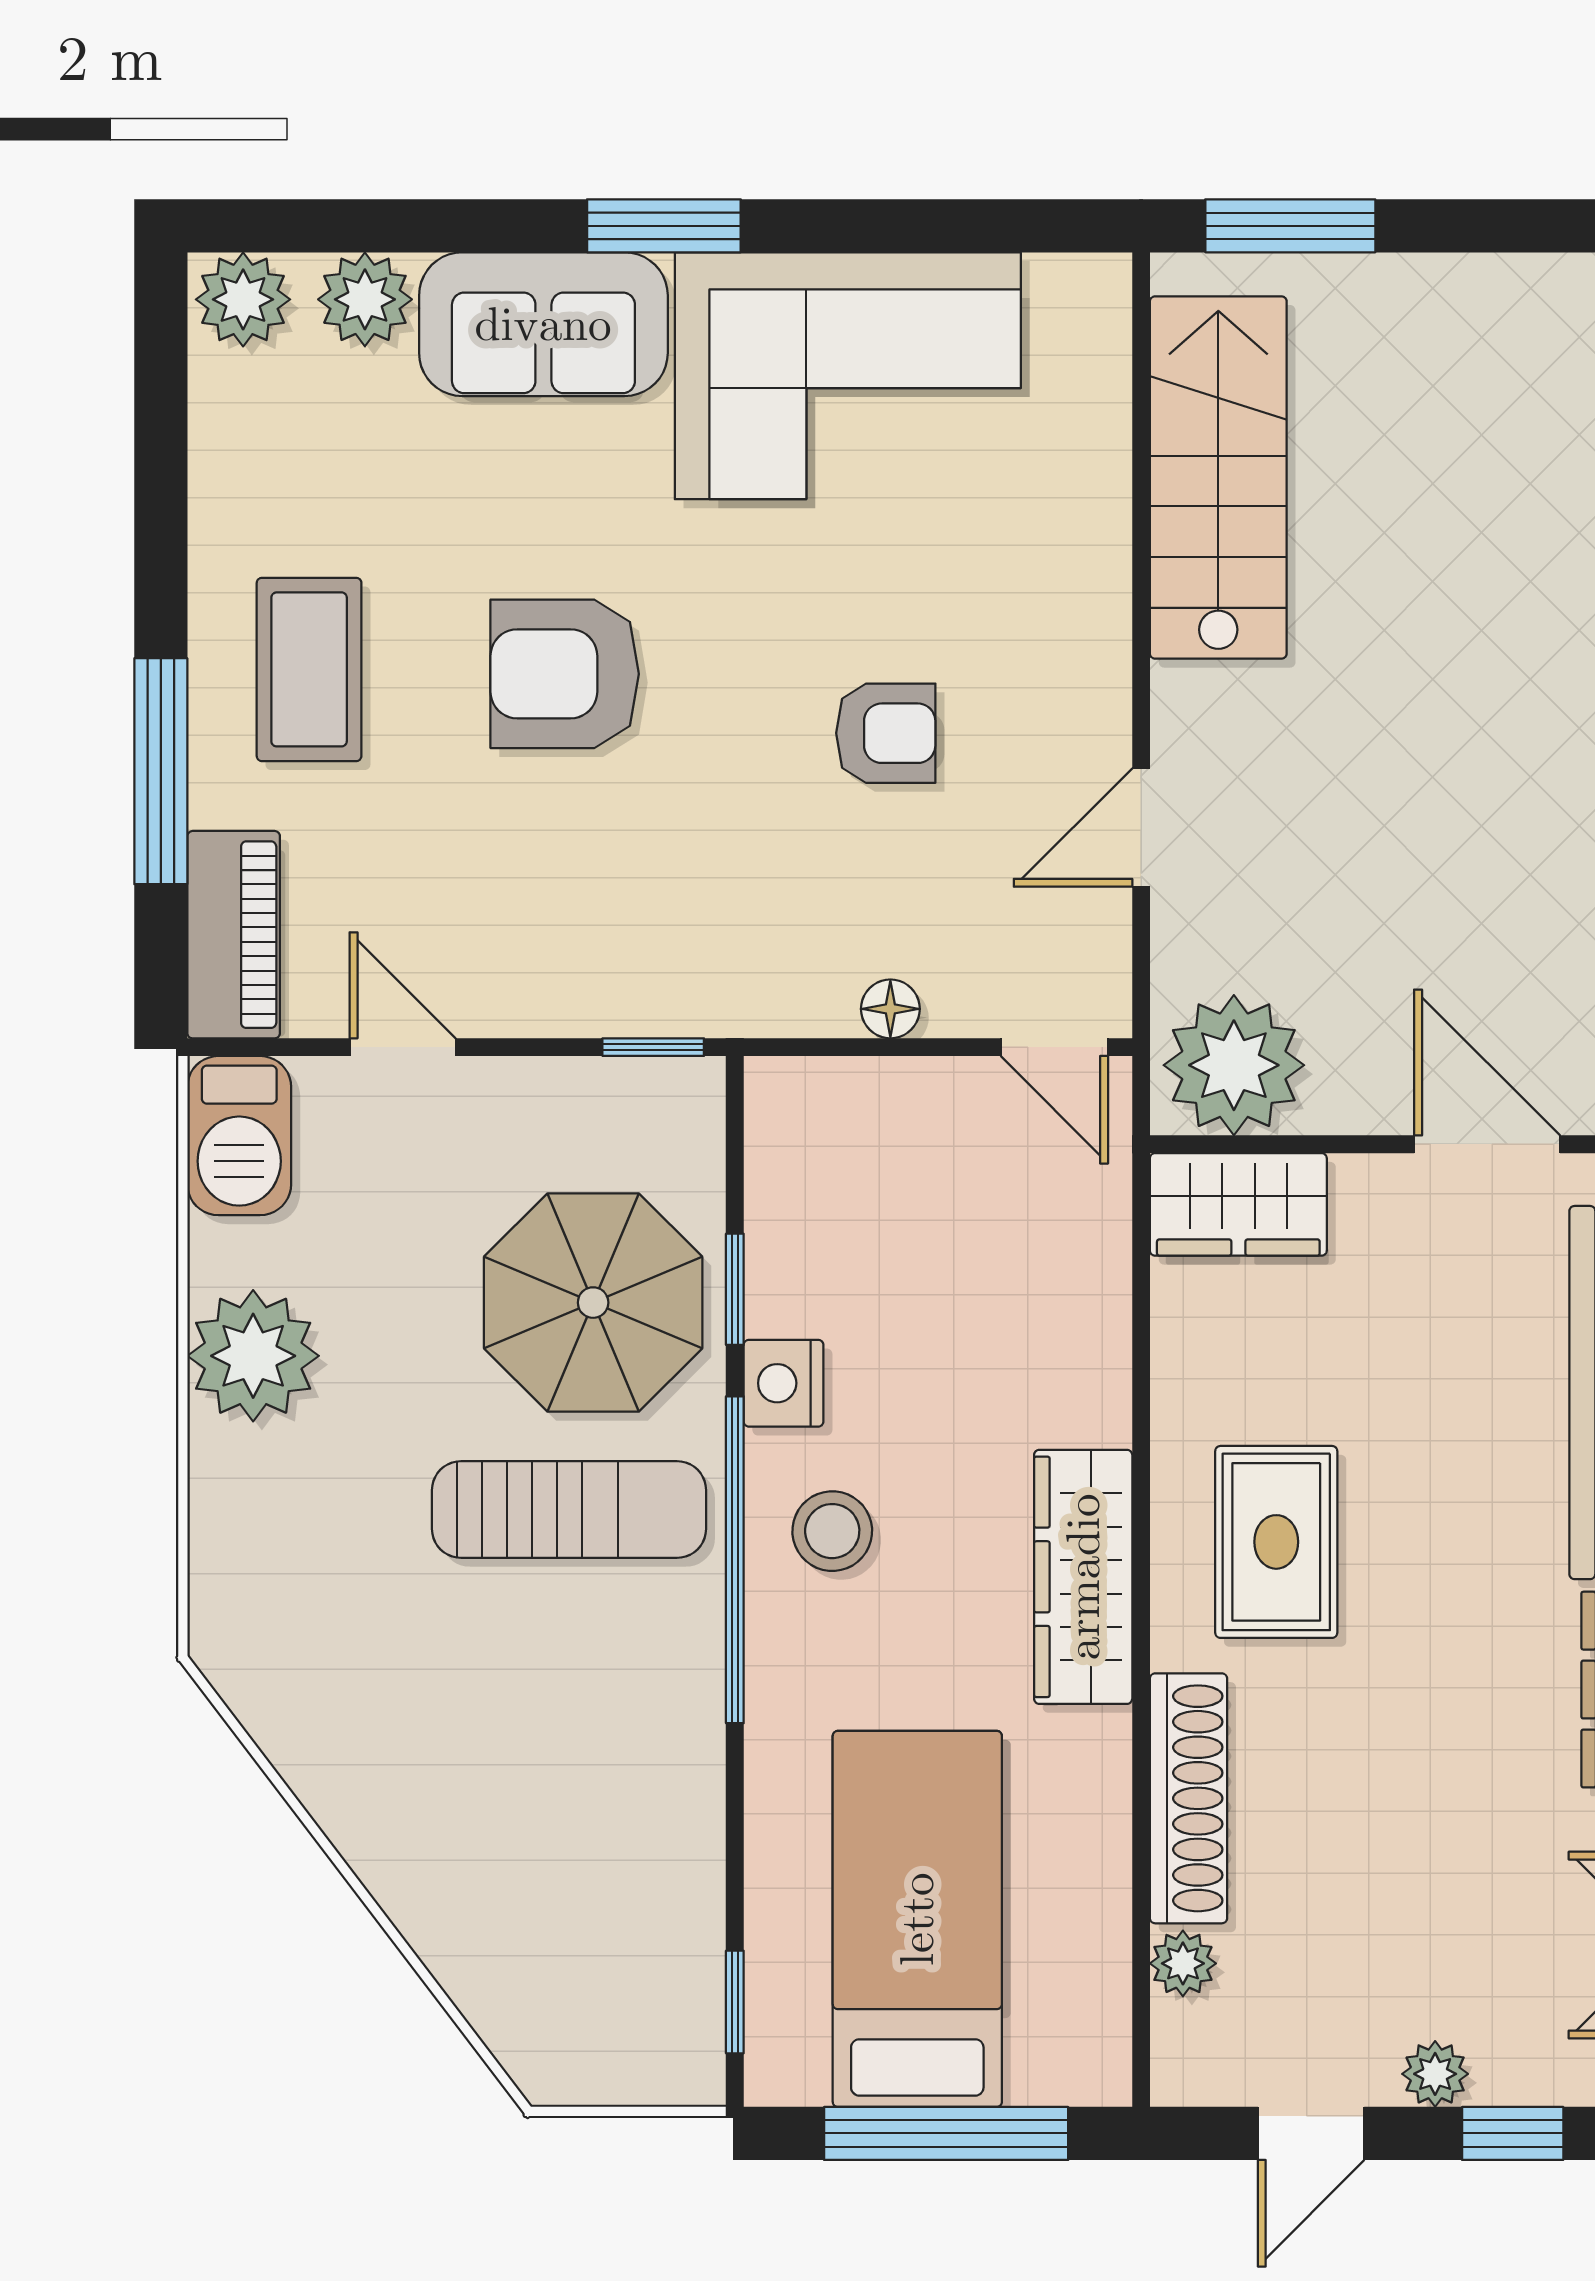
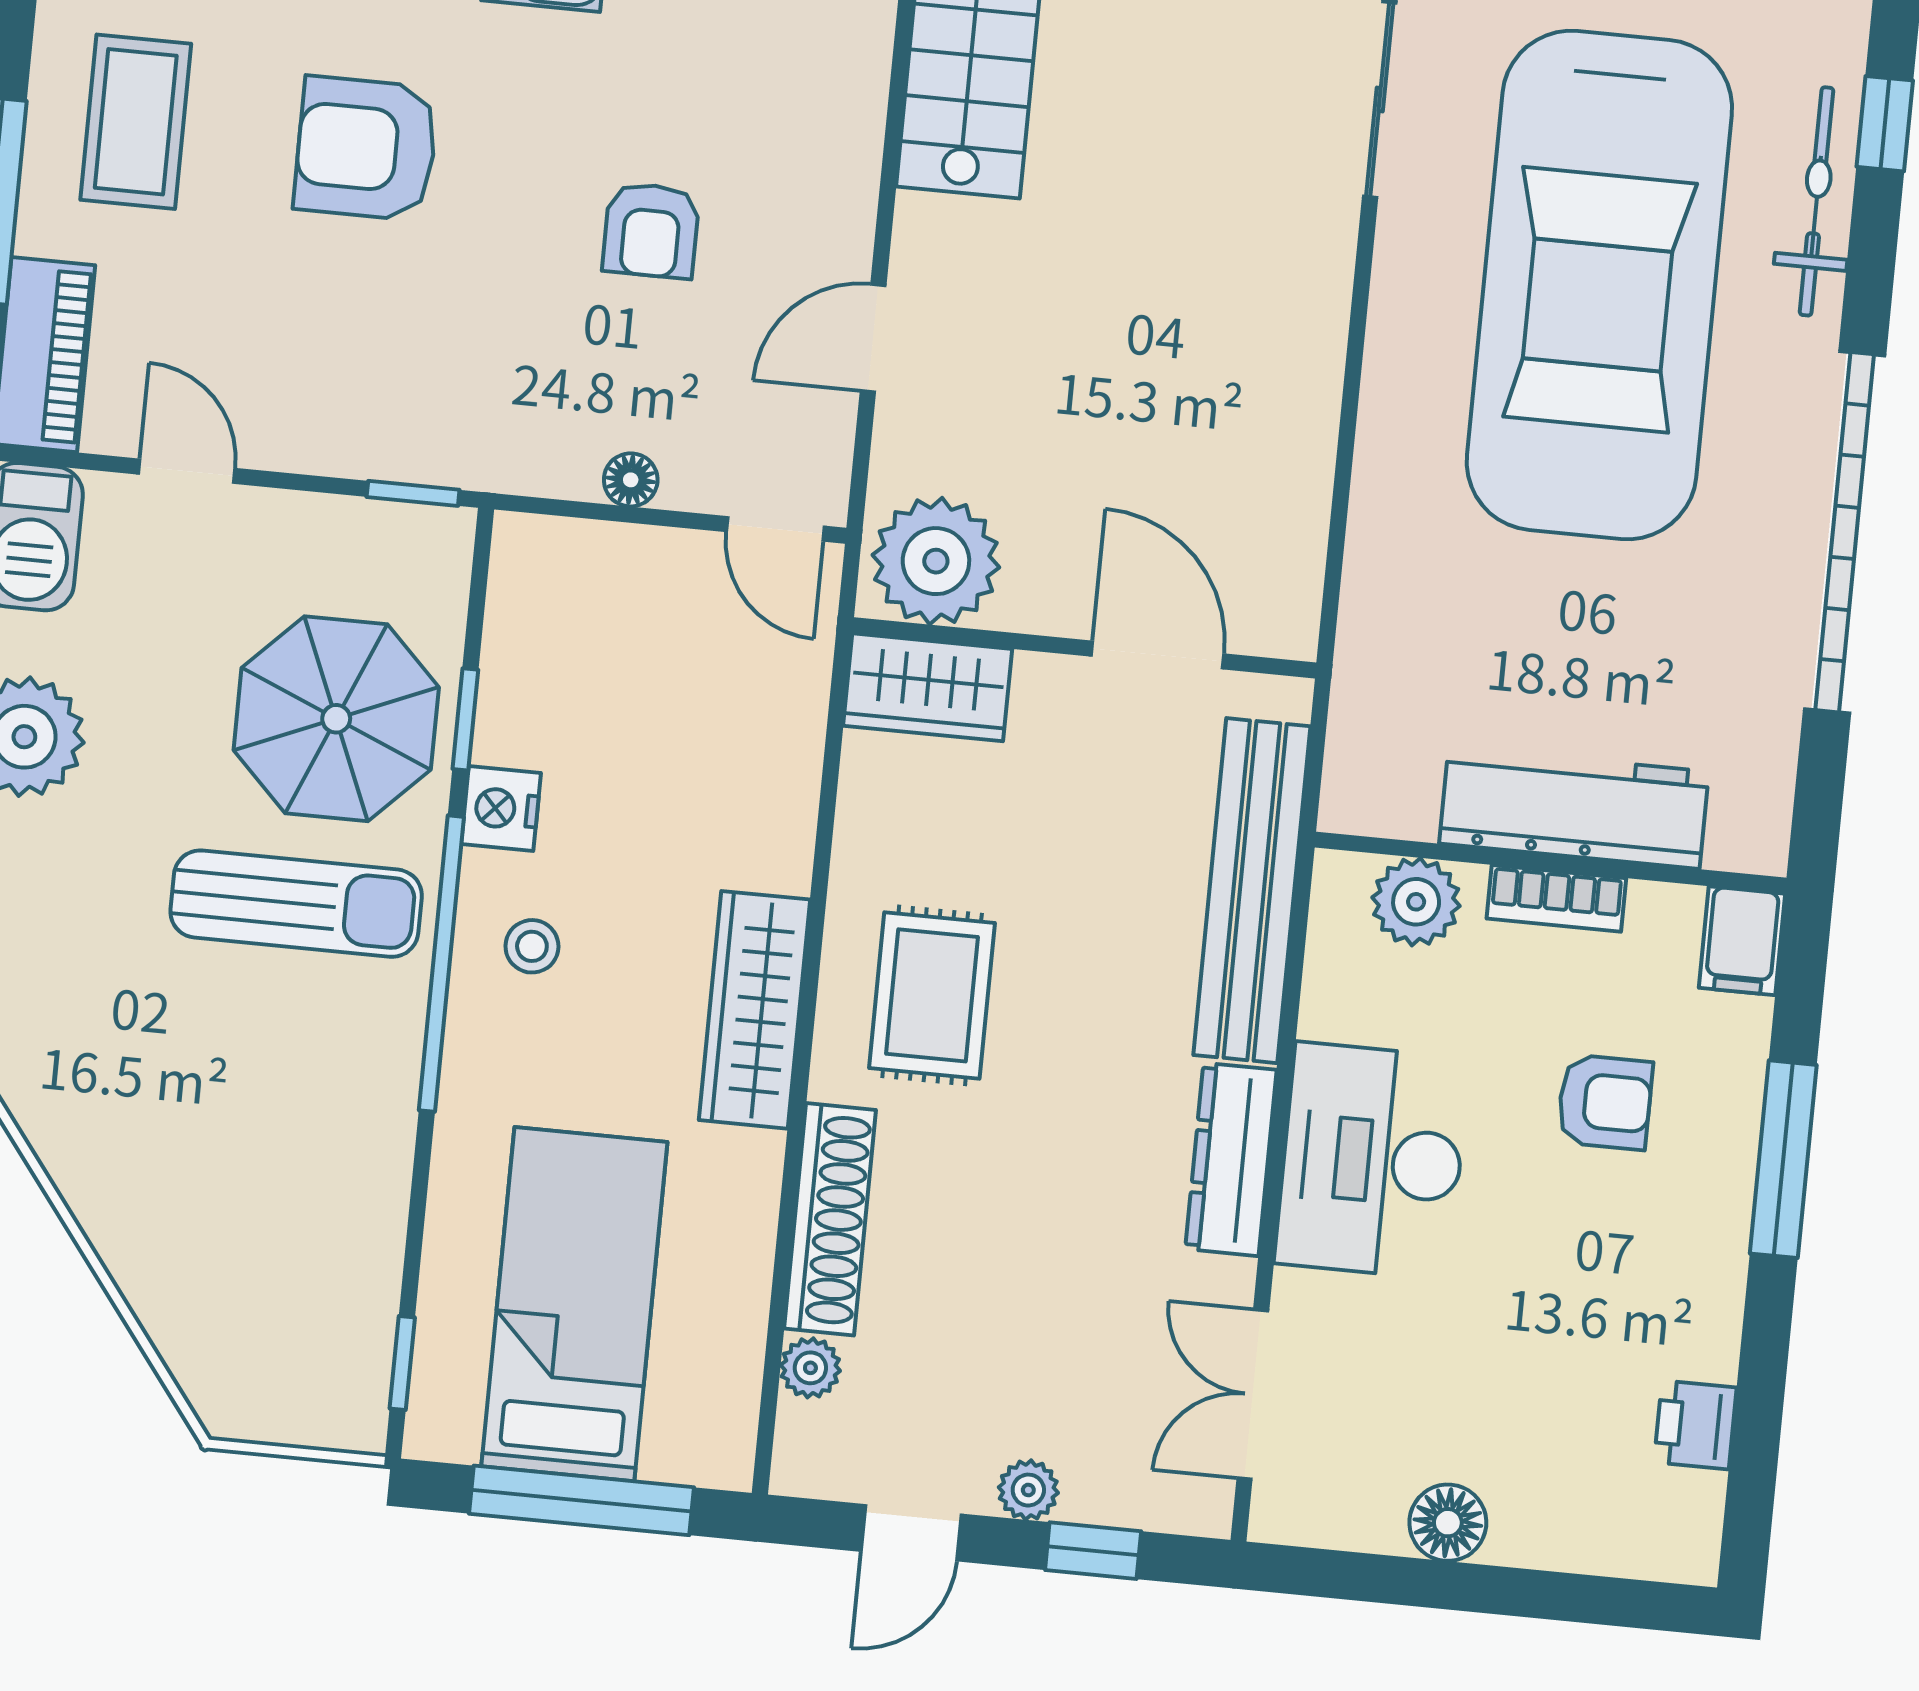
armchair: (886, 733) -> (651, 230), turned 90
stool: (832, 1531) -> (532, 946), width x0.73, depth x0.73

